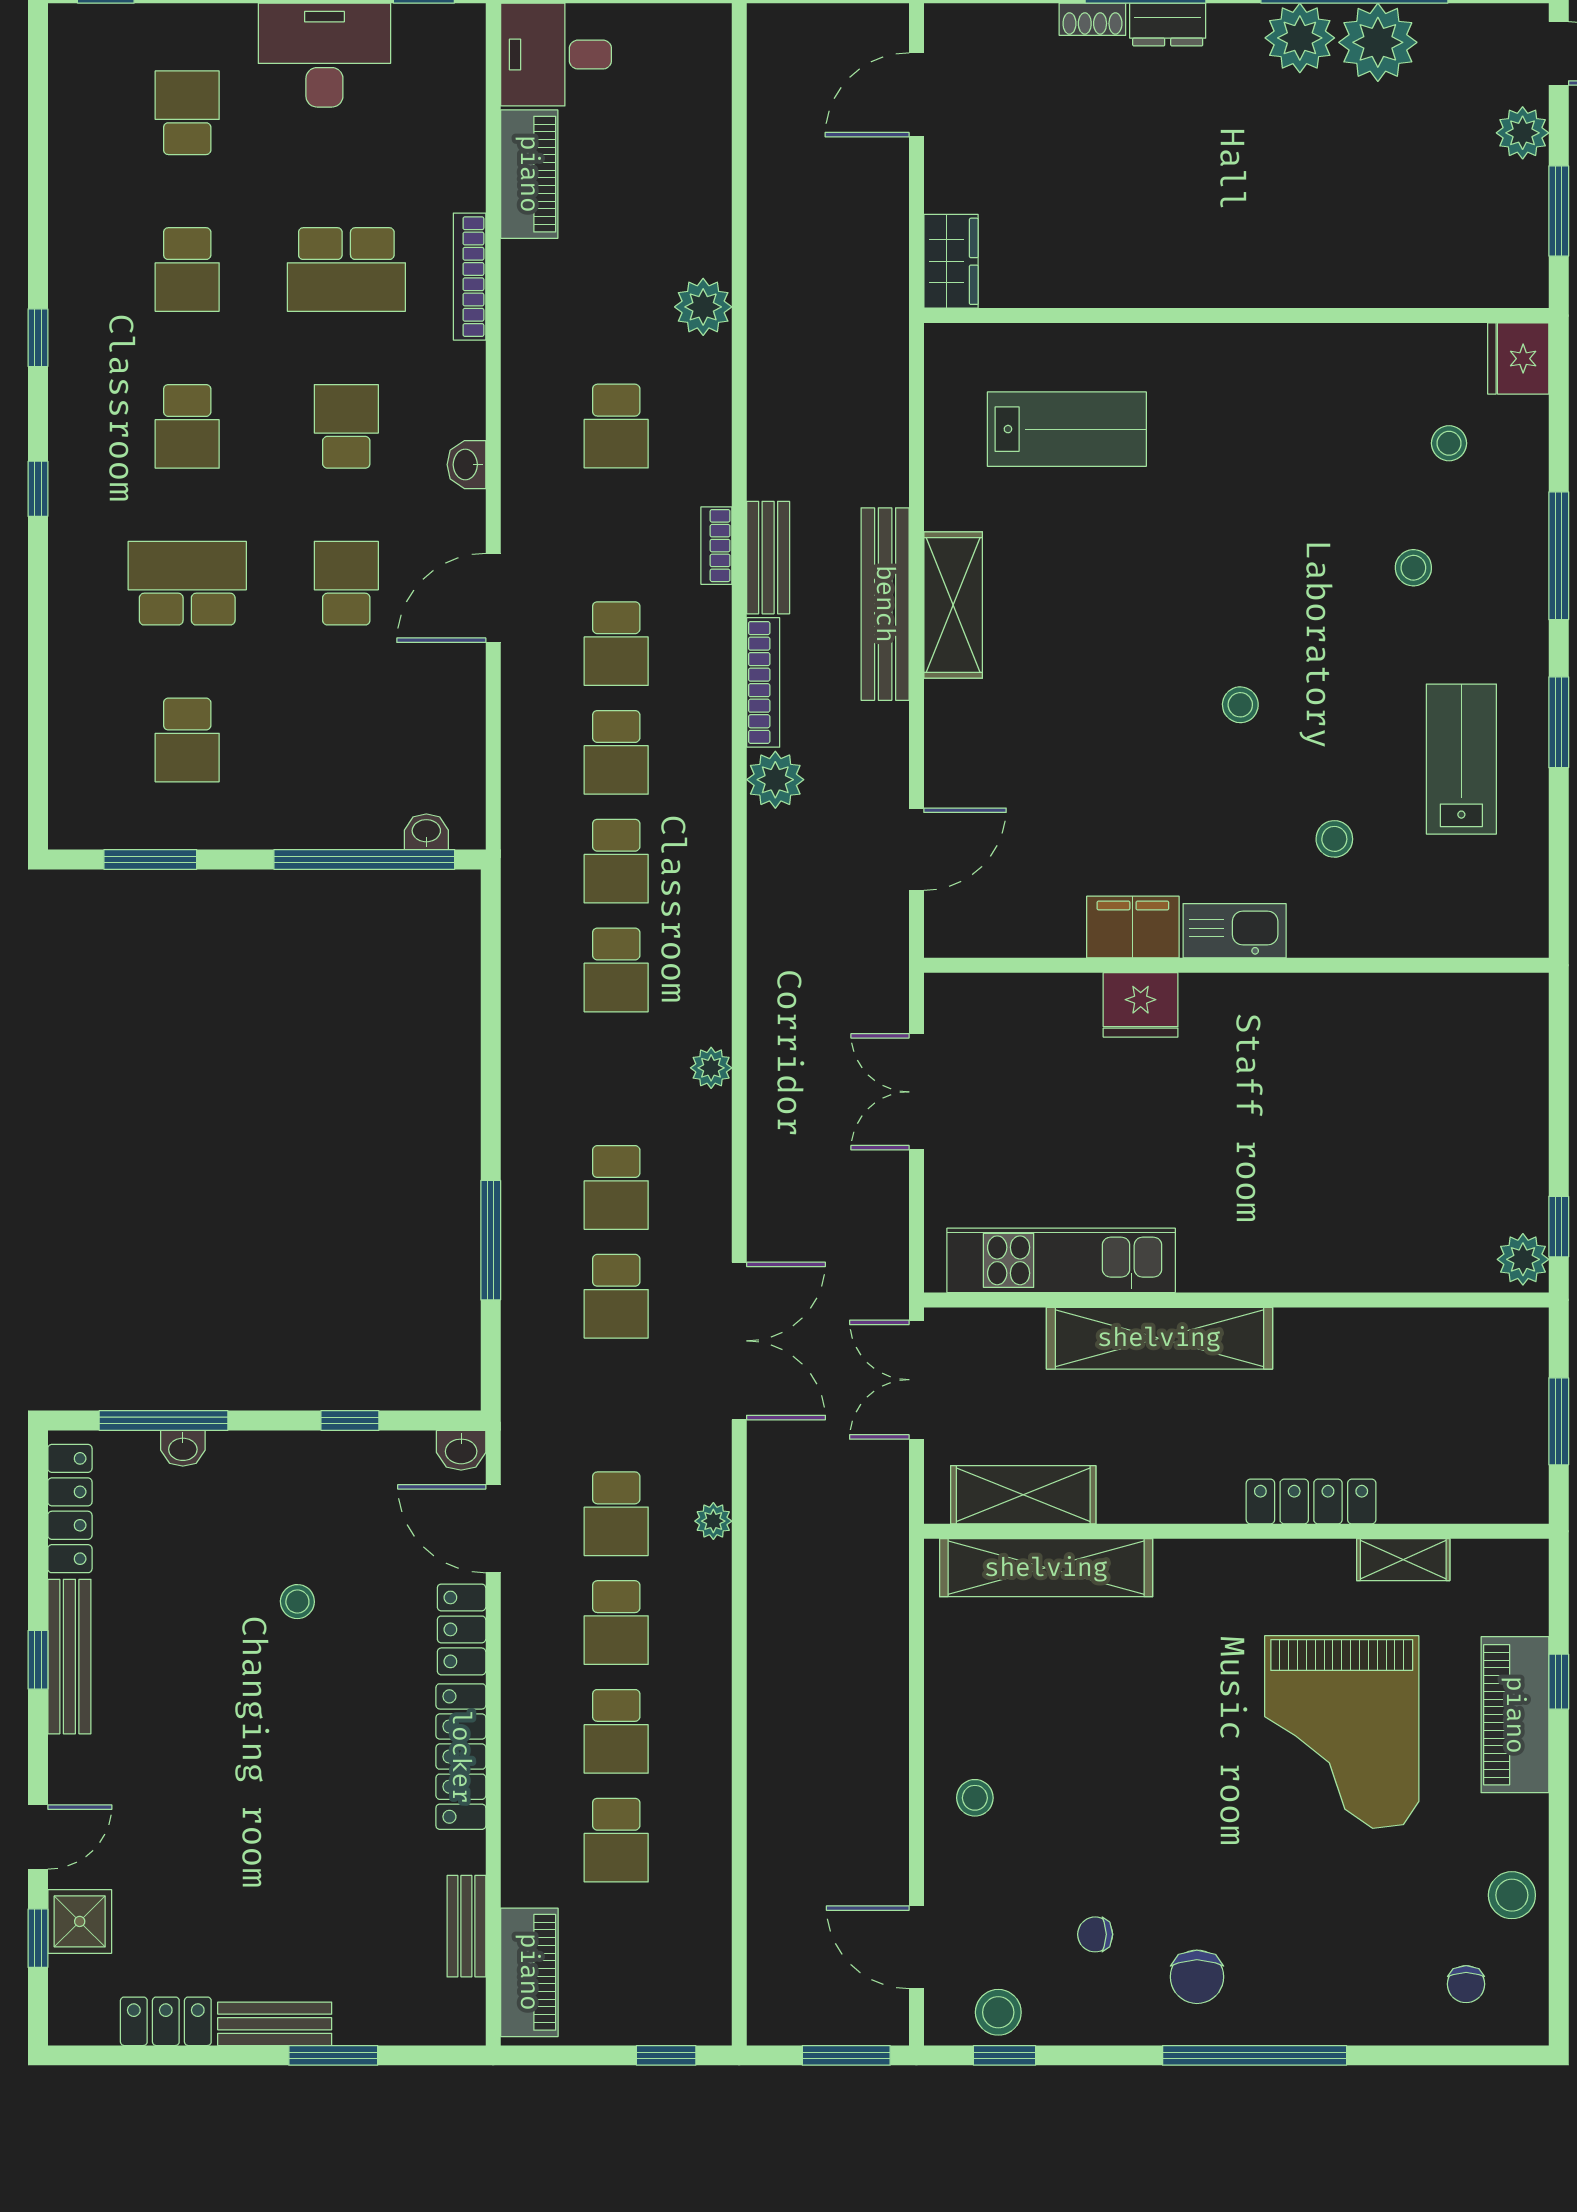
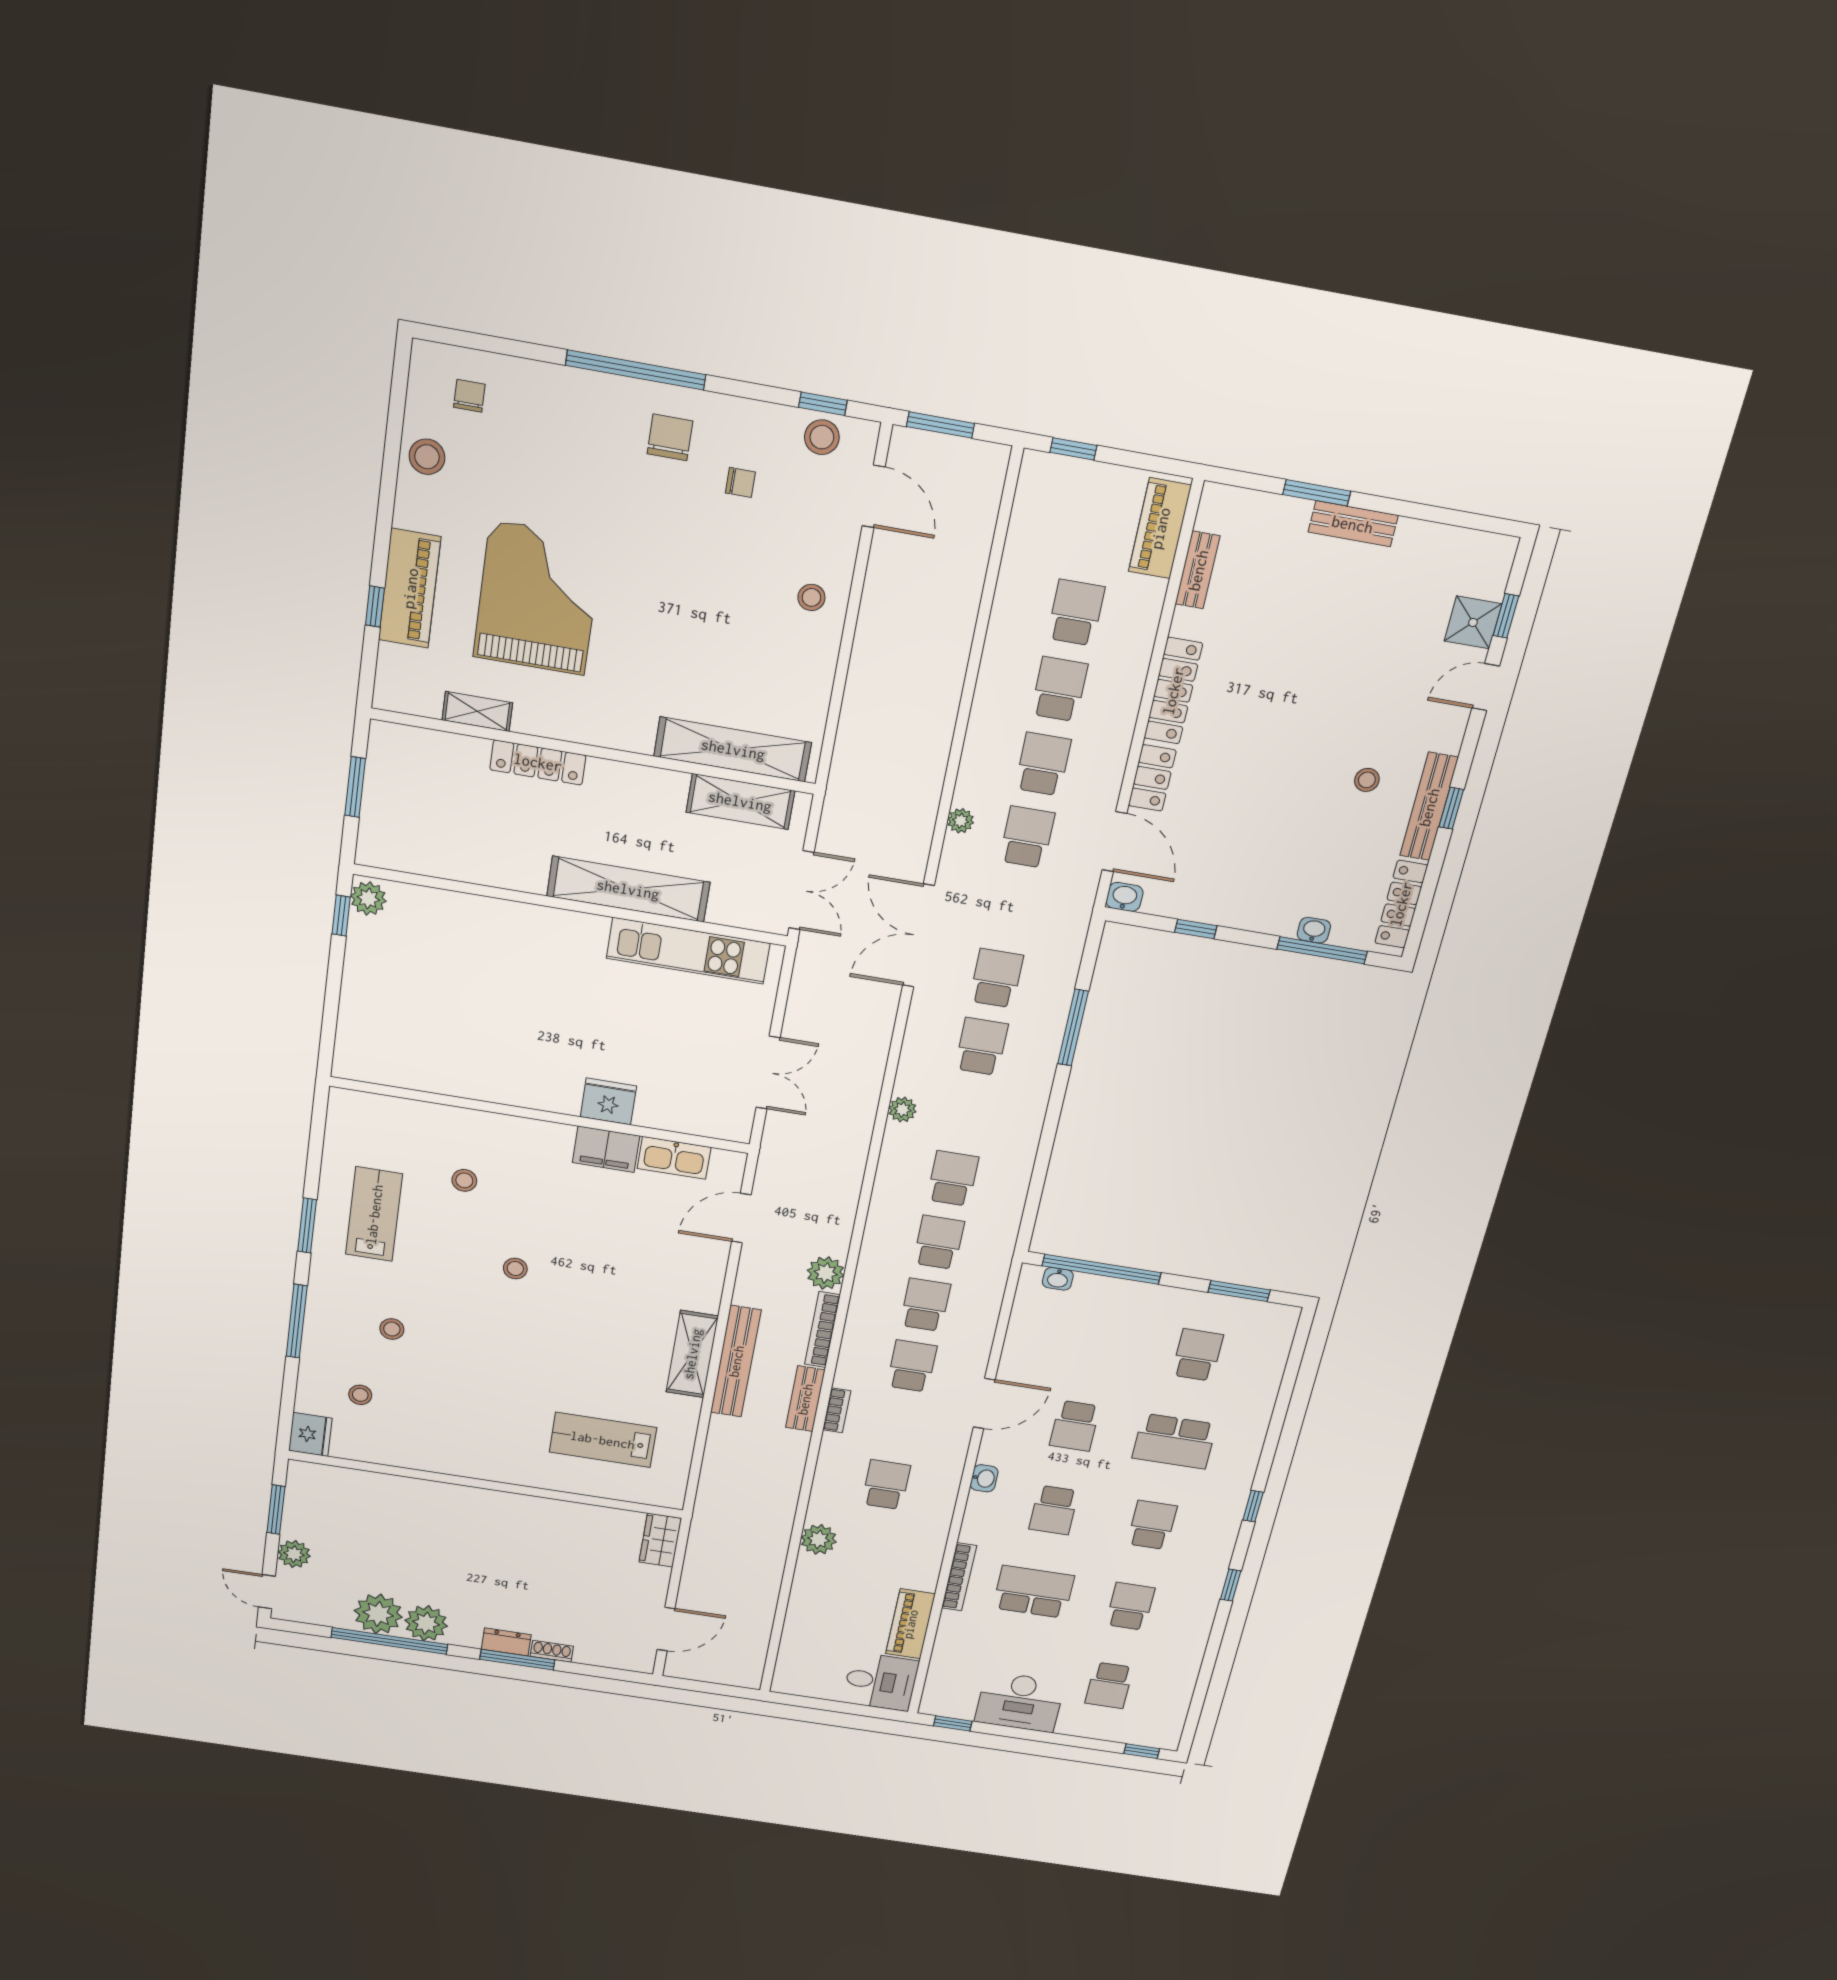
lab bench: (1461, 759) -> (374, 1214), turned 180
kitchen sink: (1235, 931) -> (674, 1158), moved
stool: (297, 1602) -> (1367, 780), moved
locker: (166, 2021) -> (1431, 540), removed

